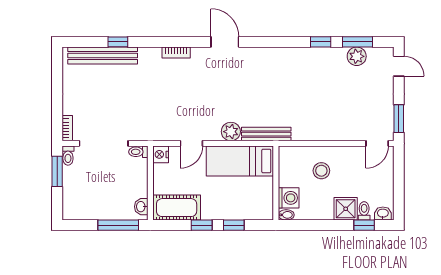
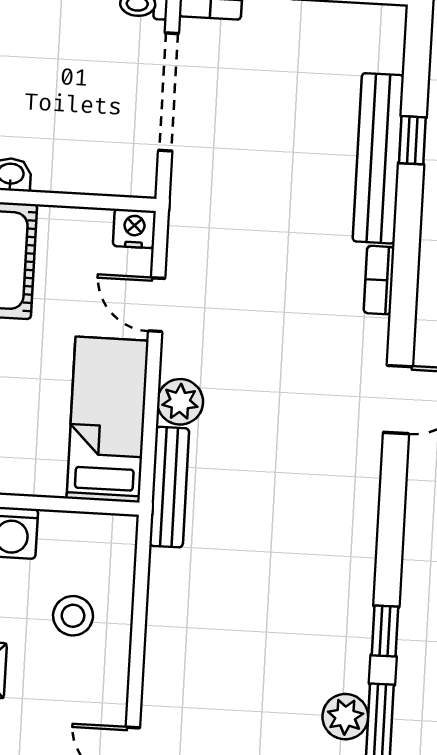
bench: (103, 56) -> (378, 158), moved
toilet: (138, 152) -> (144, 175), removed

